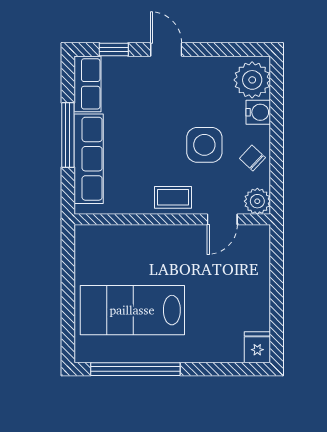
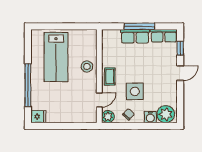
row of seats: (89, 159) -> (135, 36), width x0.68
door: (222, 219) -> (99, 100), swing flipped
stool: (152, 245) -> (87, 66), added
lab bench: (132, 310) -> (56, 57), turned 180
window: (135, 369) -> (28, 85), moved

